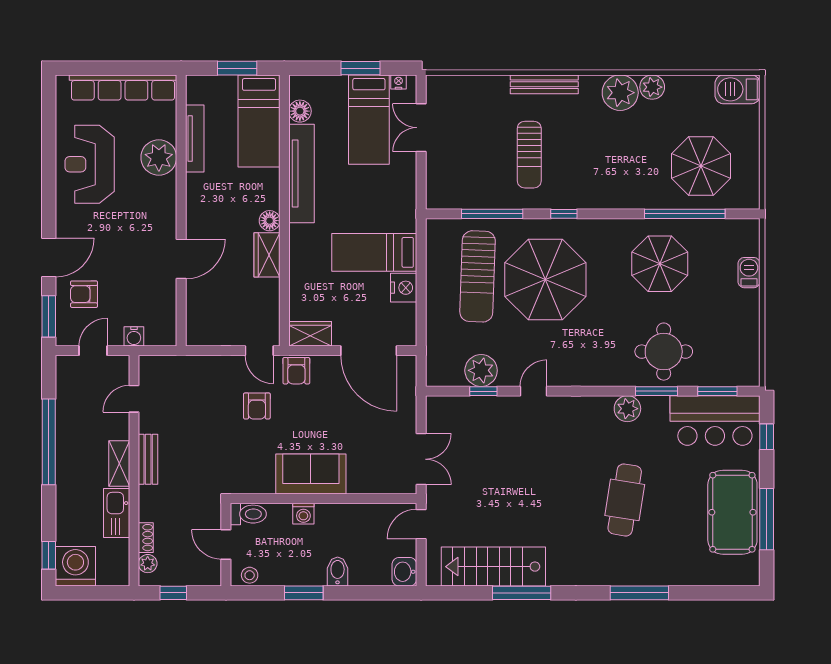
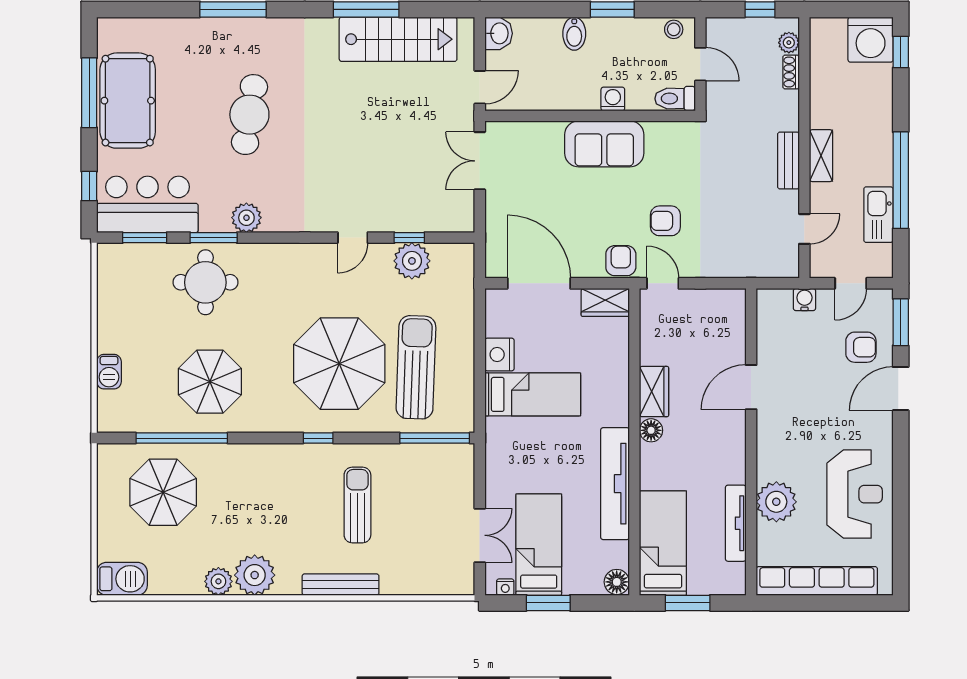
floor lamp: (300, 111) -> (617, 582), moved
window: (492, 214) -> (435, 438), moved
armchair: (257, 406) -> (665, 221), turned -90
kitchen sink: (117, 513) -> (878, 215), moved, turned 180

